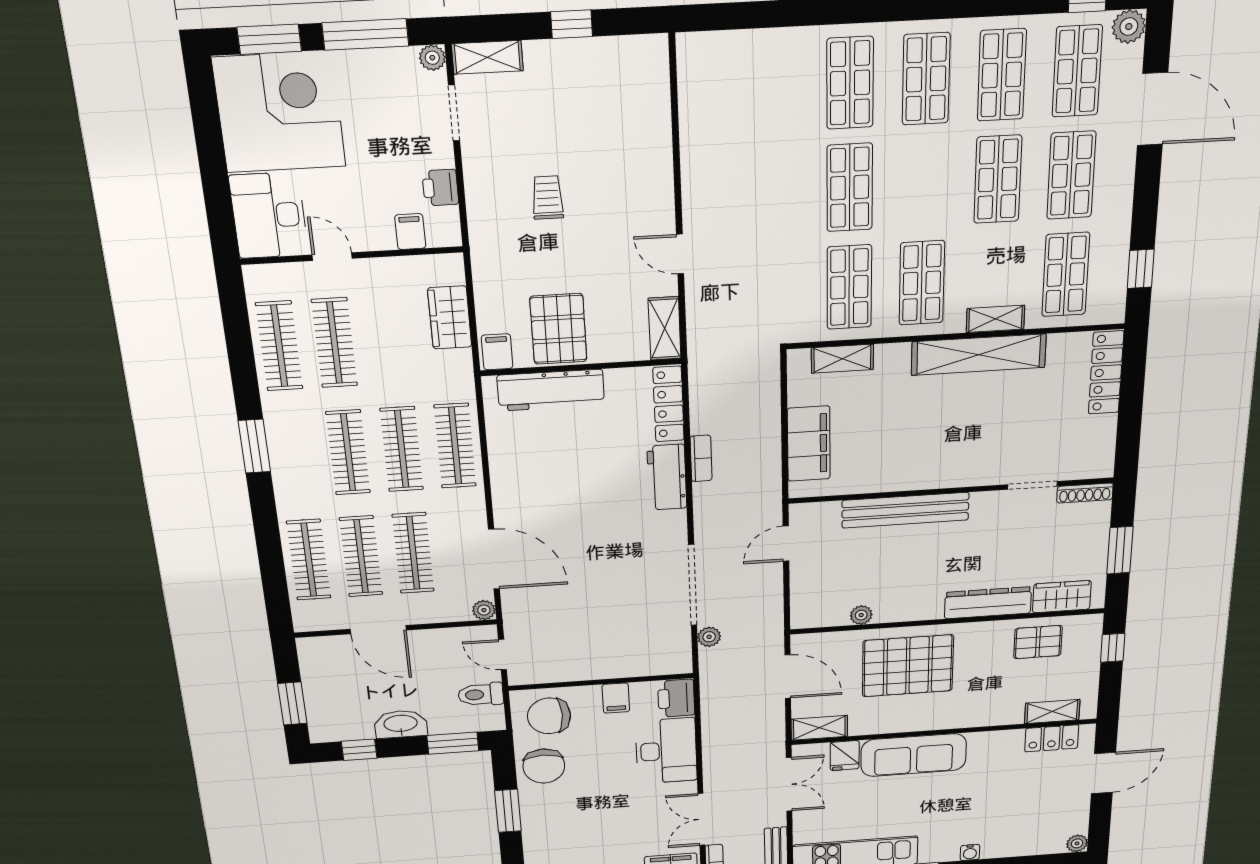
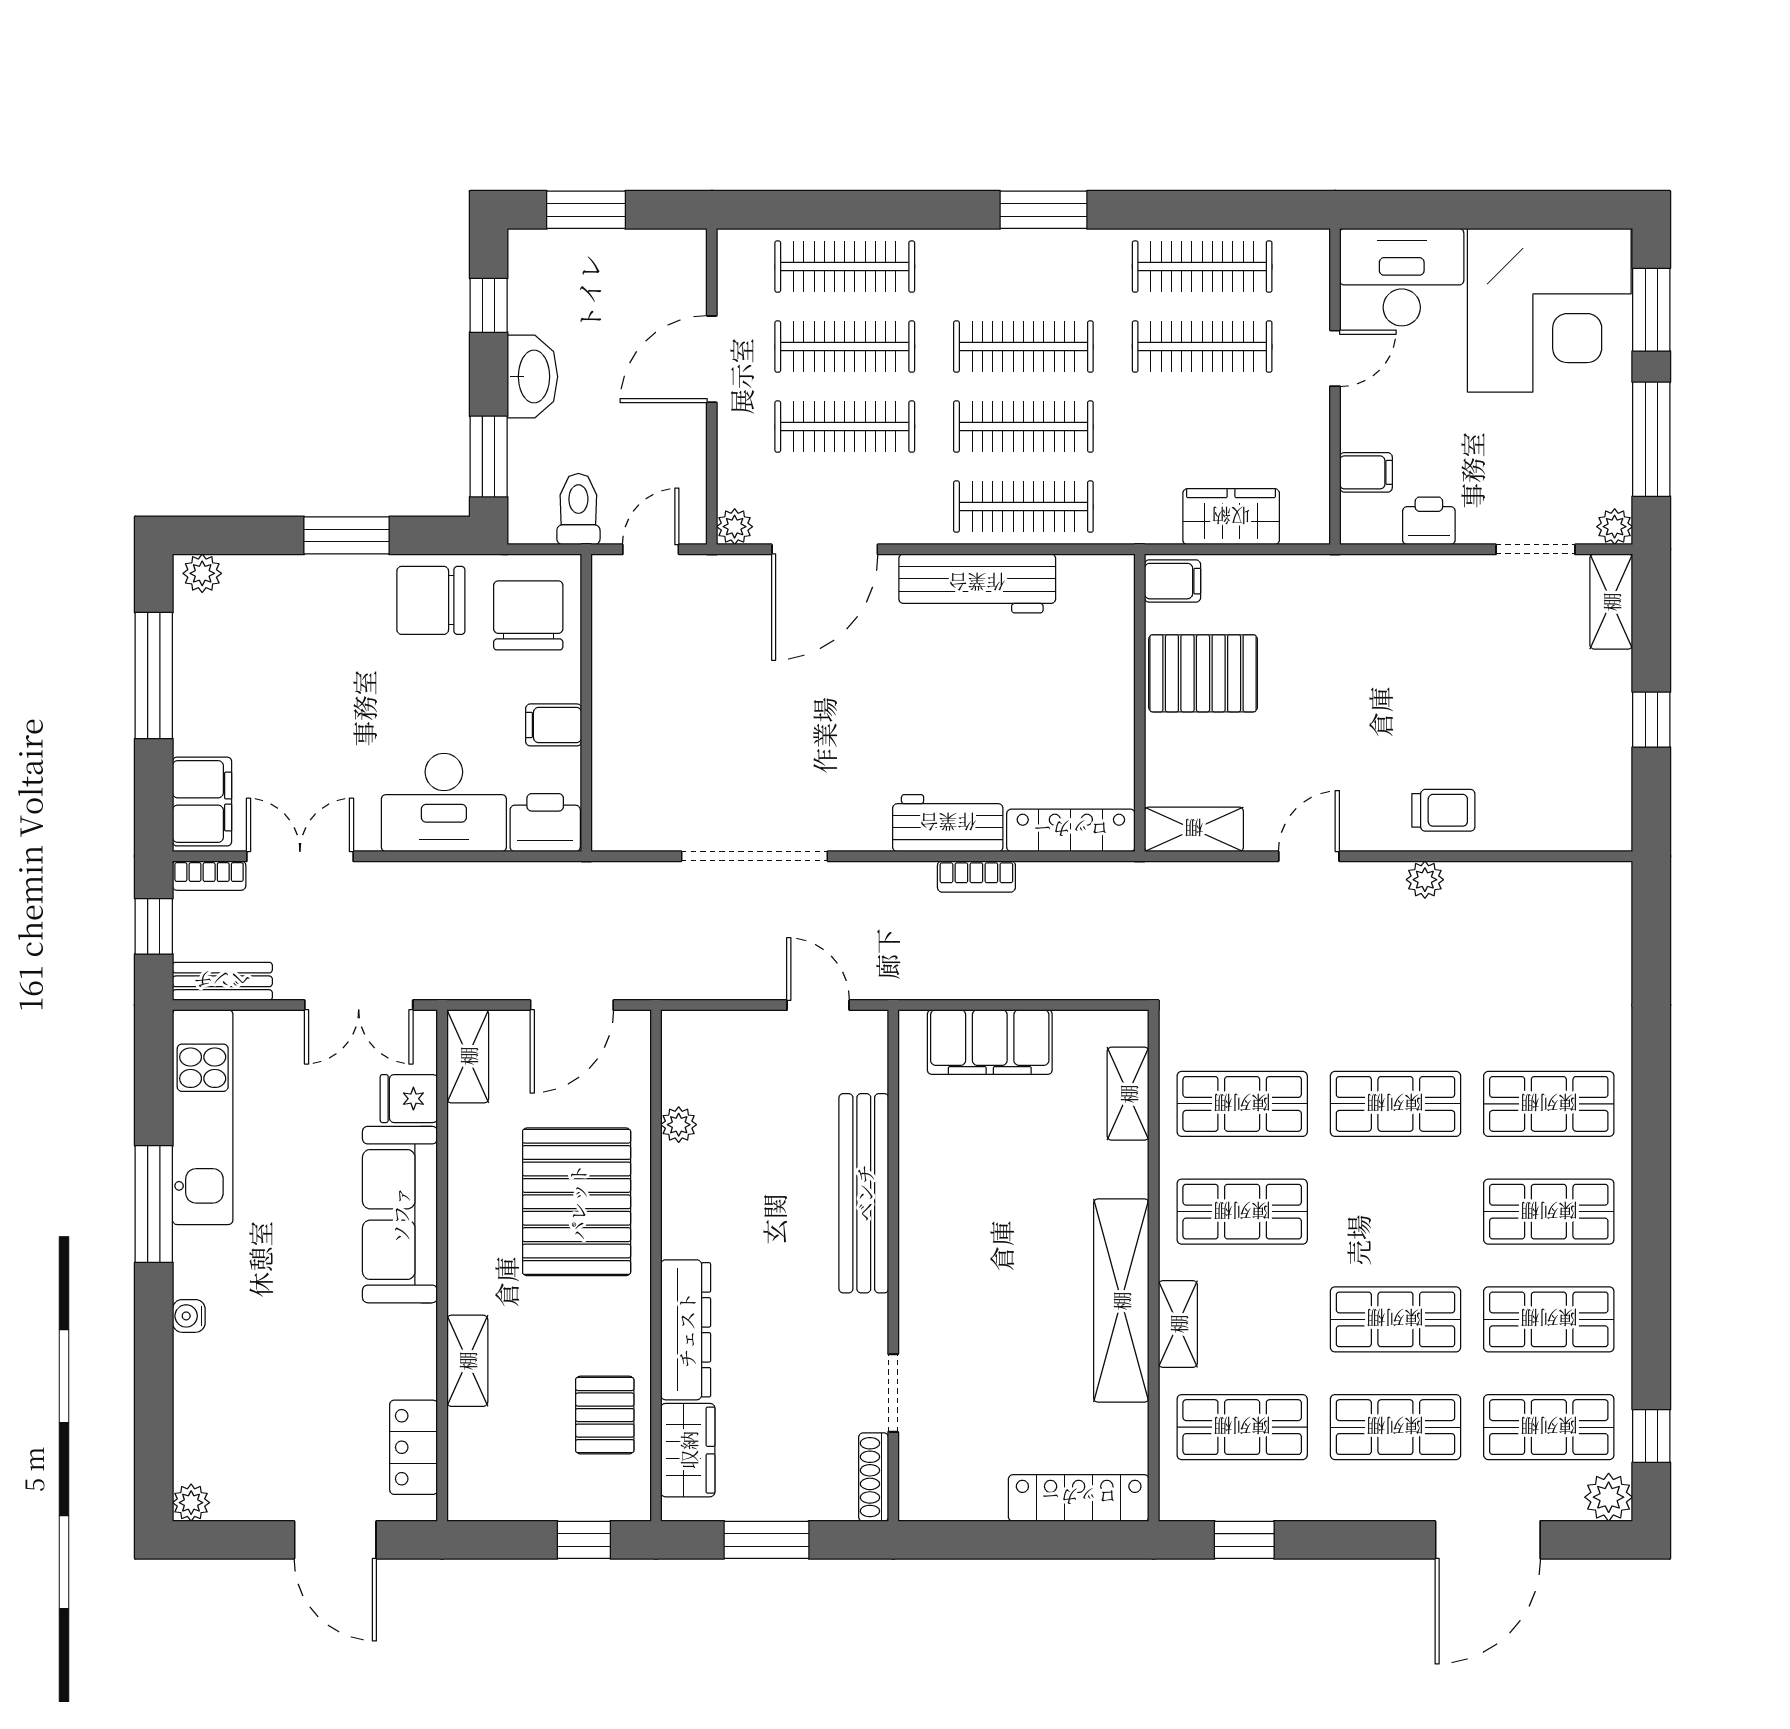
trolley: (548, 198) -> (1443, 810), moved
workbench: (551, 390) -> (977, 583), moved, turned -90
plant: (709, 637) -> (1425, 880), moved
shelving: (1052, 712) -> (467, 1361), moved

